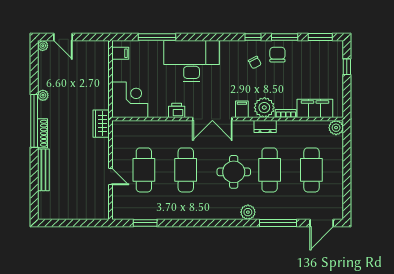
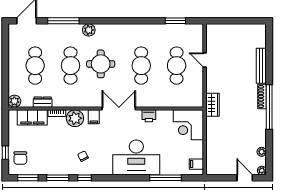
chair: (277, 55) -> (20, 158), moved
plant: (43, 95) -> (262, 152), moved
dresser: (265, 127) -> (43, 102), moved

